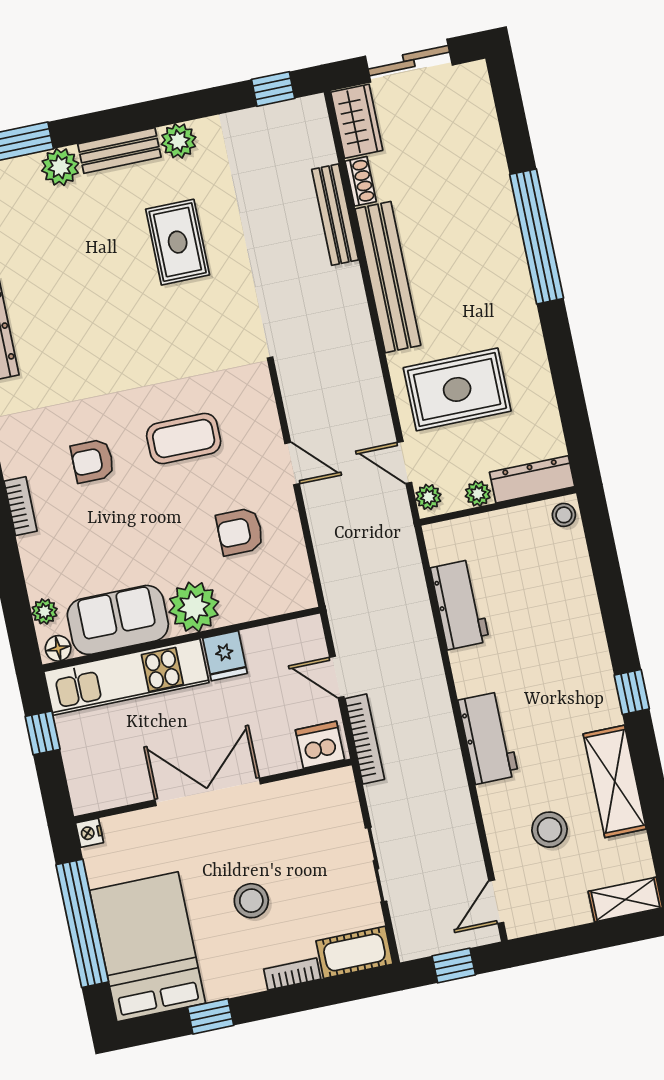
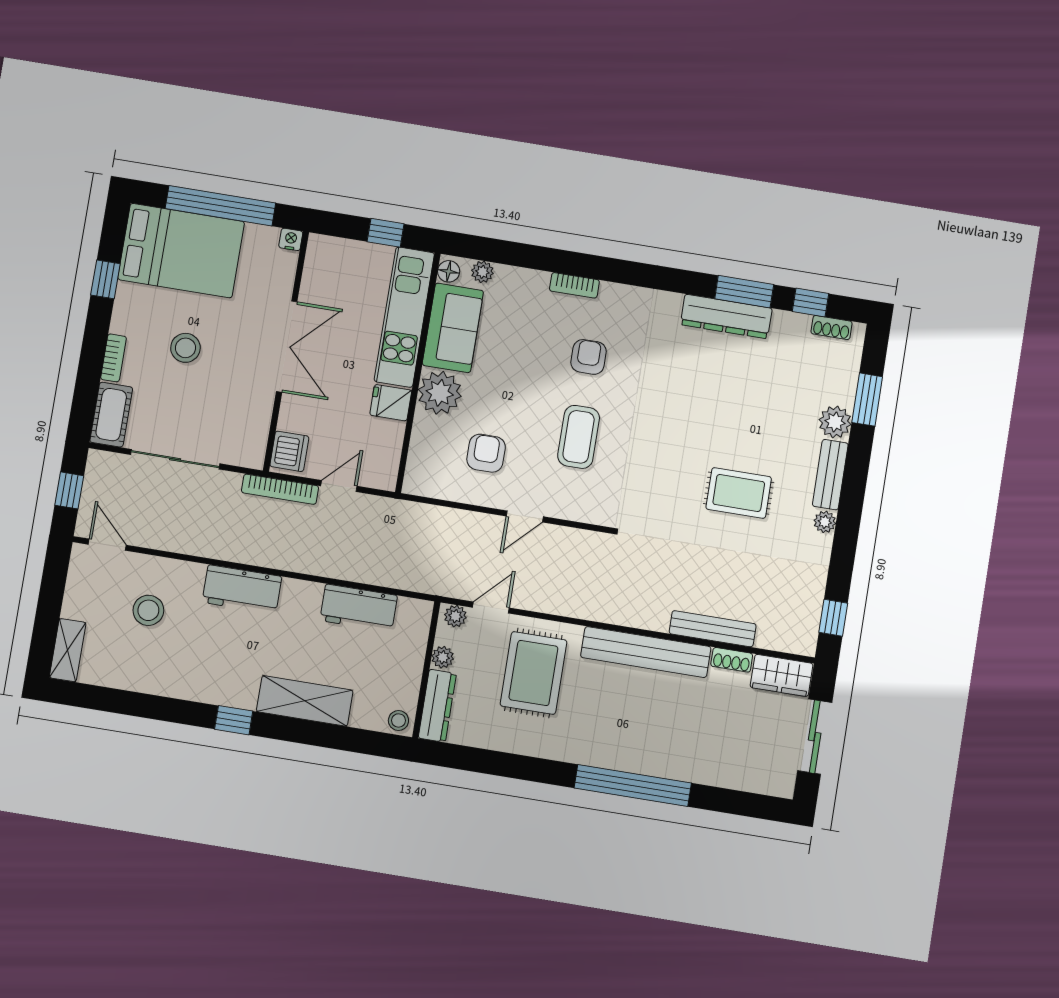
plant: (179, 141) -> (825, 522), width x0.73, depth x0.73
shelving: (615, 781) -> (305, 701), moved
sliding door: (376, 865) -> (175, 459), width x1.37

